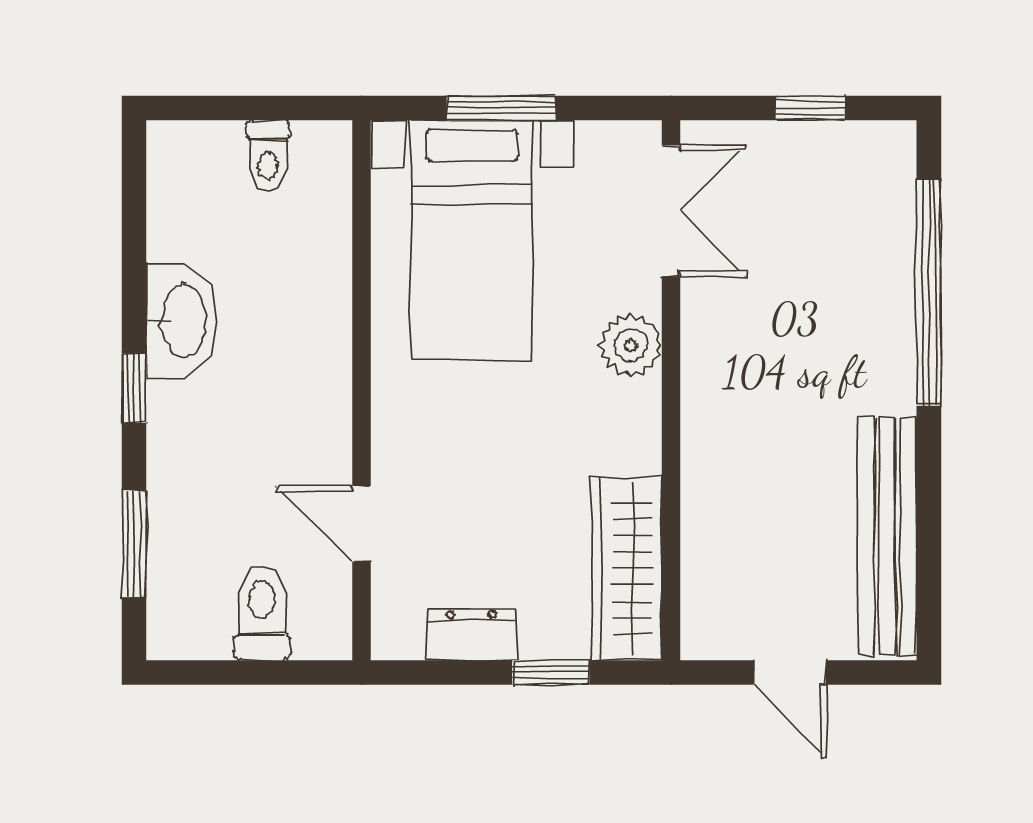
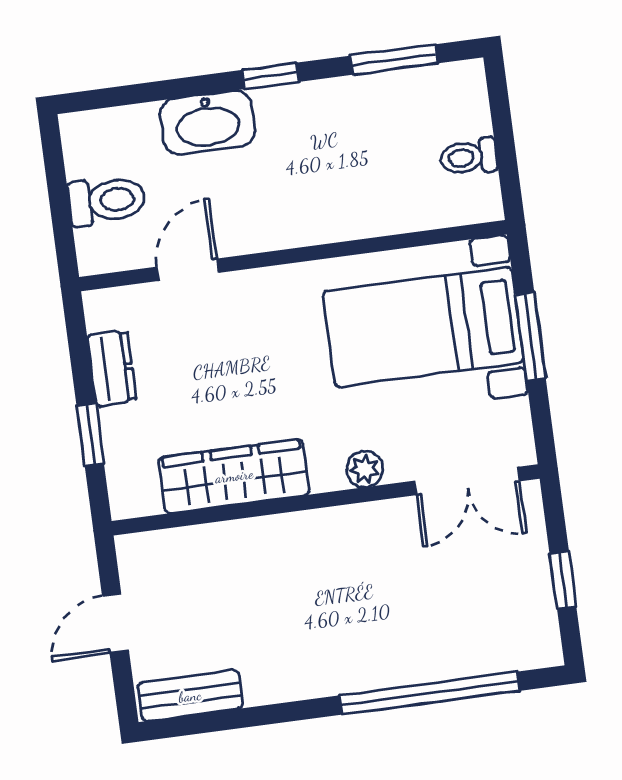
washbasin: (182, 321) -> (208, 123), moved
plant: (631, 345) -> (365, 469), width x0.73, depth x0.73
bench: (887, 536) -> (190, 696), width x0.54, depth x0.82
window: (134, 544) -> (394, 59), moved
wardrobe: (627, 569) -> (234, 476), moved

